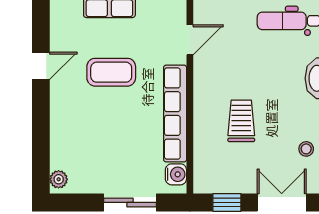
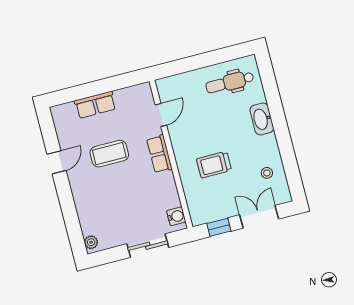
row of seats: (175, 114) -> (159, 154), width x0.50
trolley: (241, 121) -> (214, 165), turned -90

